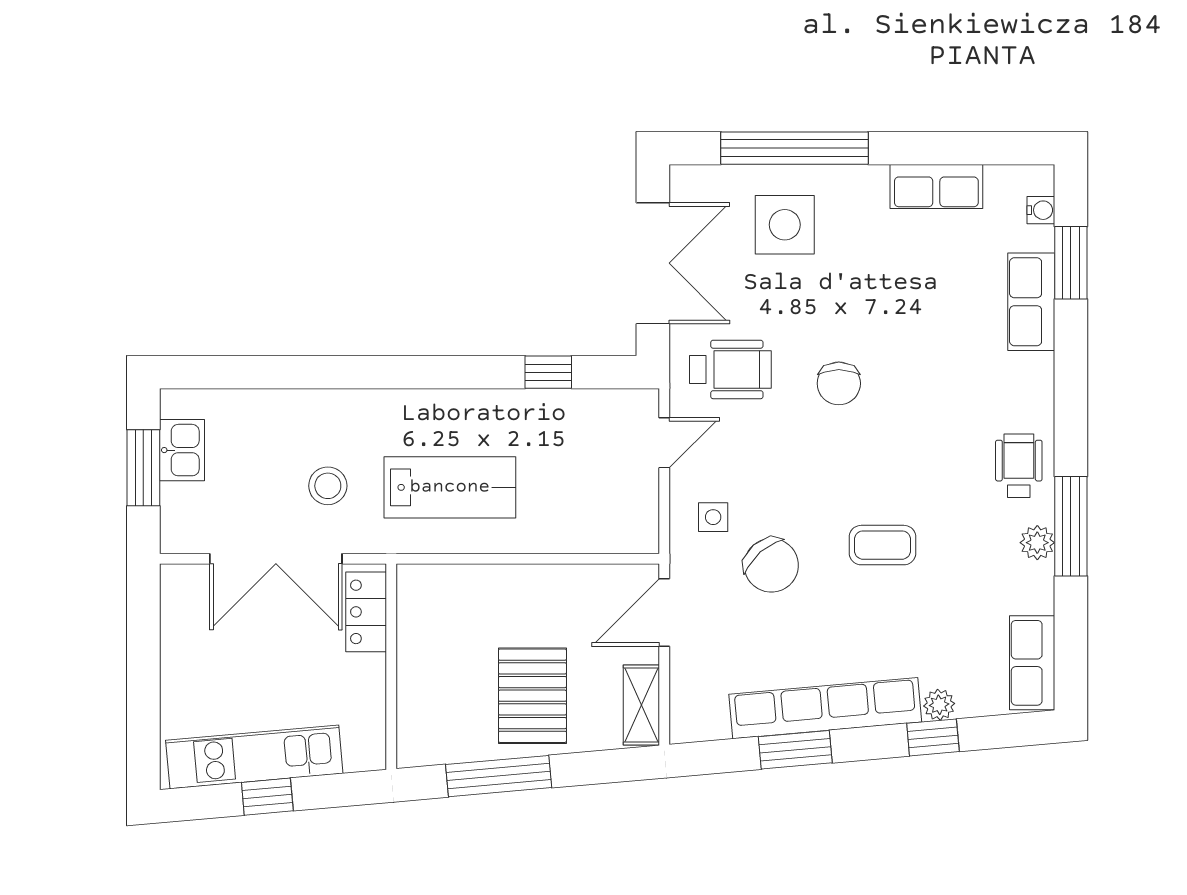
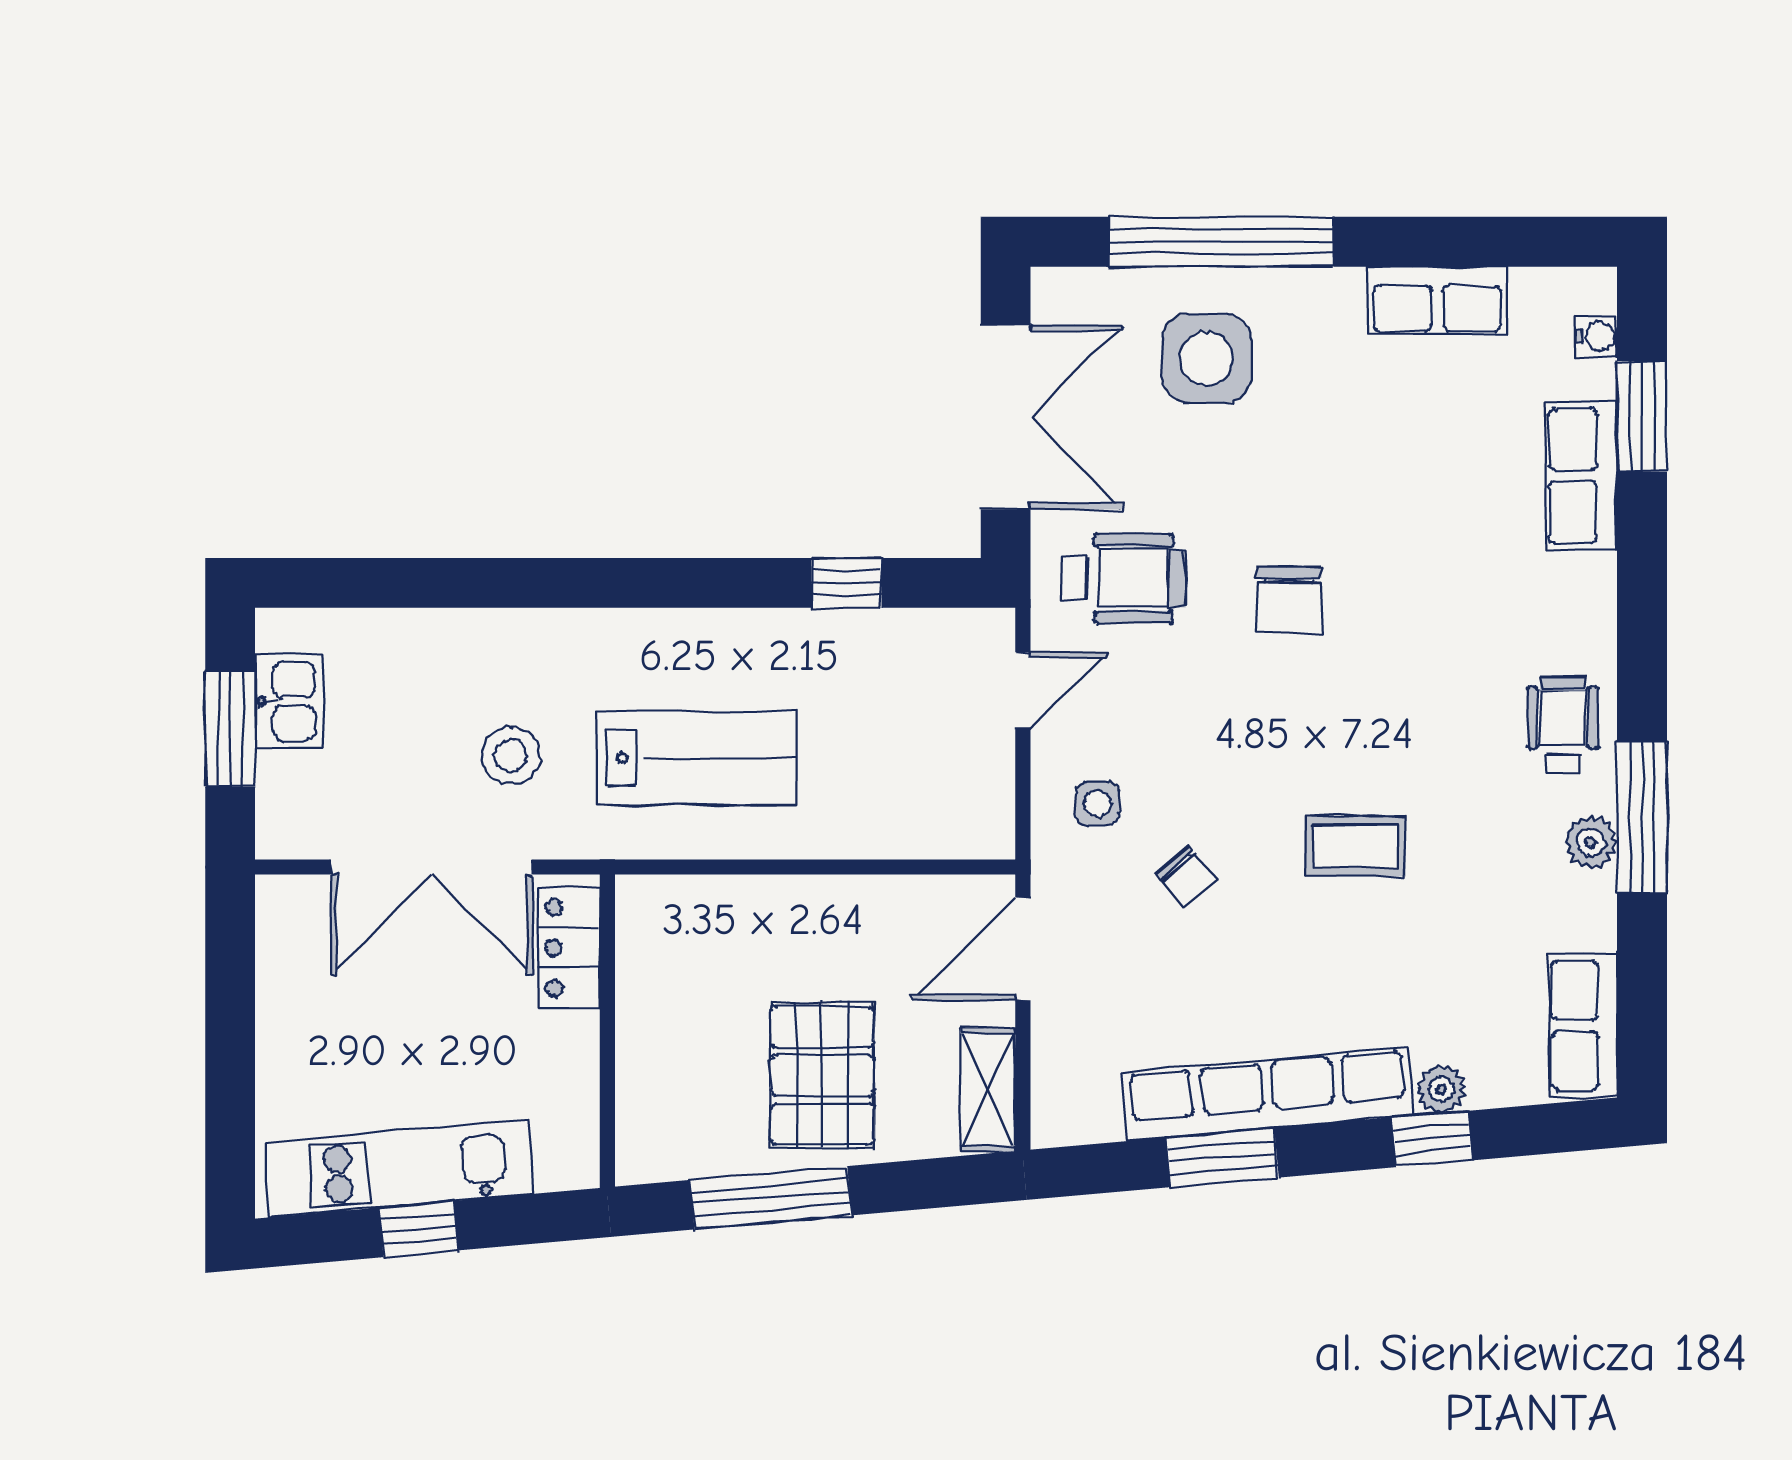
chair: (771, 565) -> (1186, 877), width x0.54, depth x0.54

